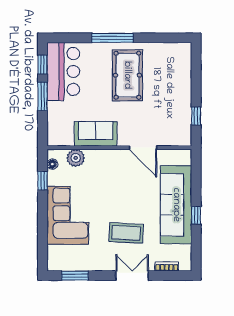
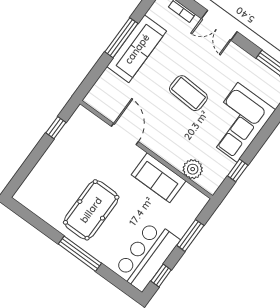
window: (43, 96) -> (190, 235), moved
floor lamp: (52, 164) -> (218, 179), removed
sofa: (176, 205) -> (137, 49), width x0.74, depth x0.79
window: (196, 215) -> (121, 38), width x2.17
coffee table: (126, 233) -> (188, 93), moved

